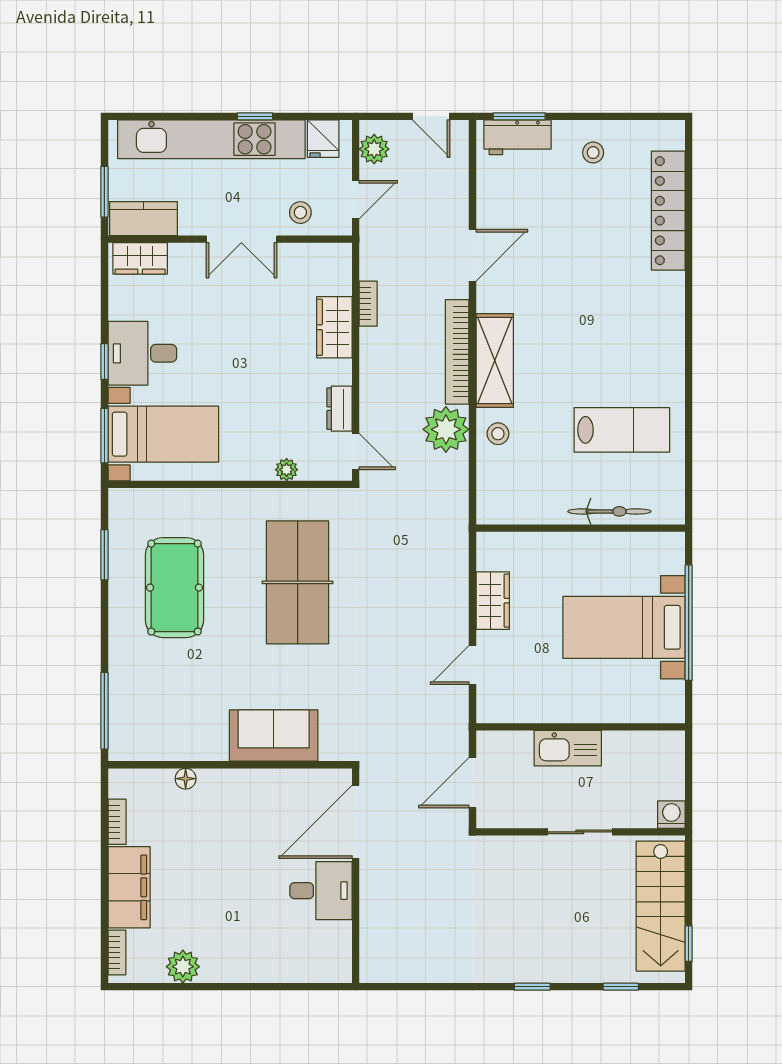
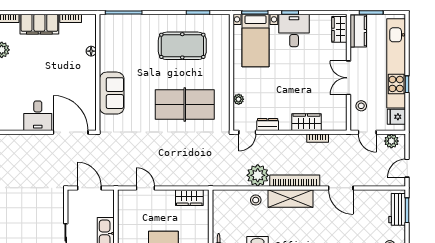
wardrobe: (493, 601) -> (189, 198), moved

